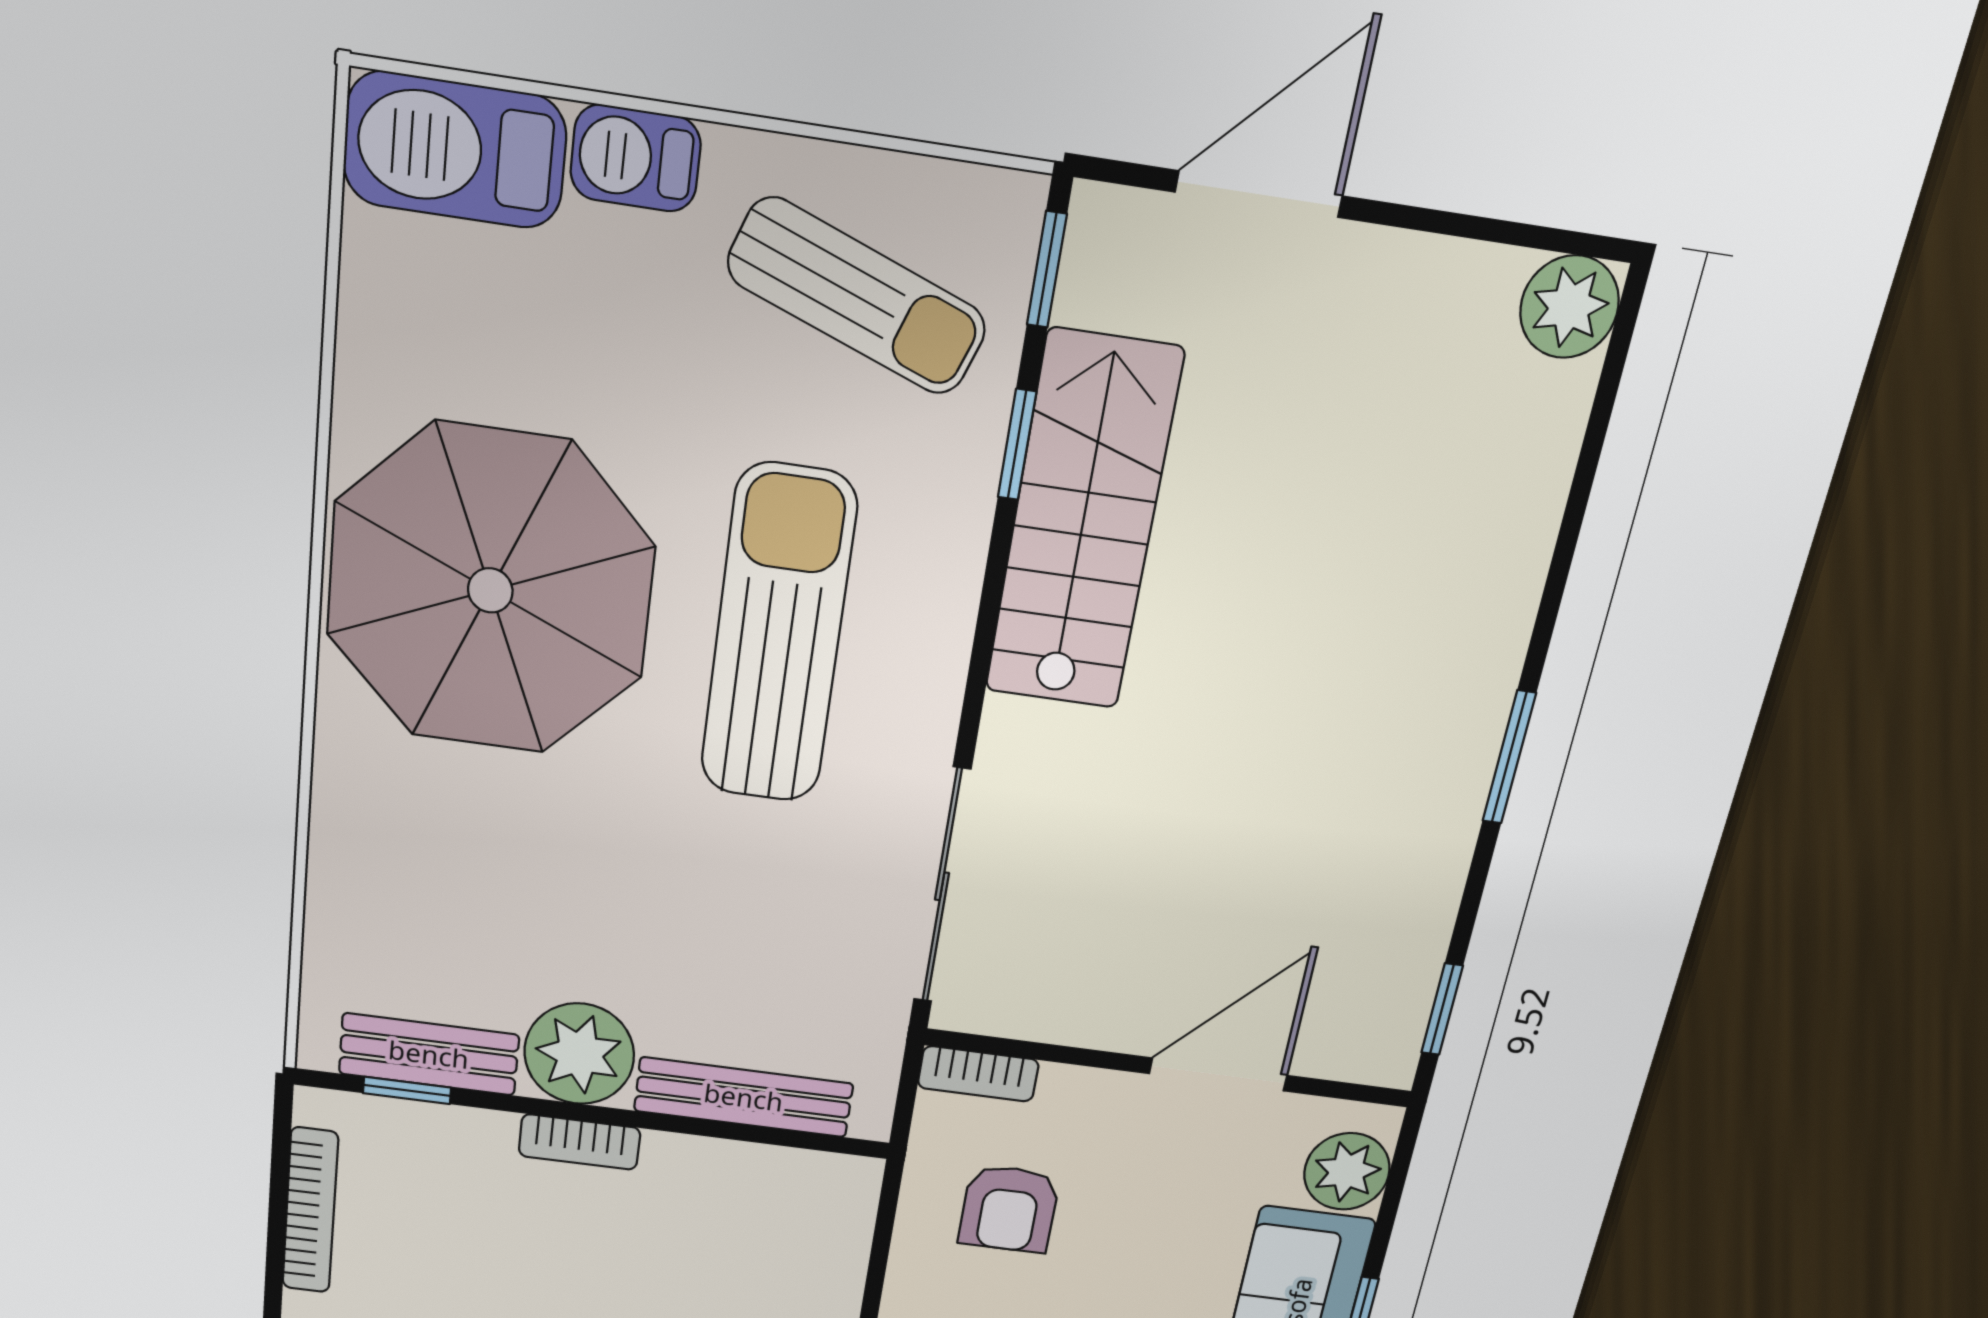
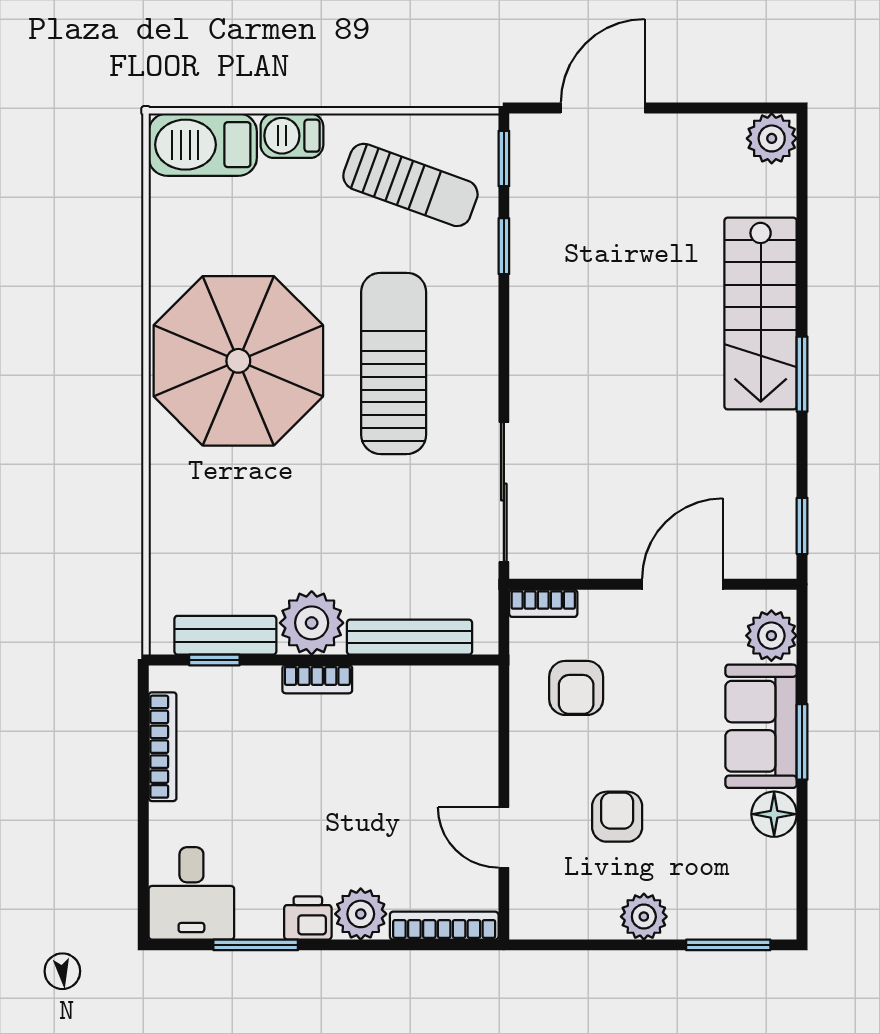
stairs: (1083, 523) -> (761, 314), moved, turned 180

